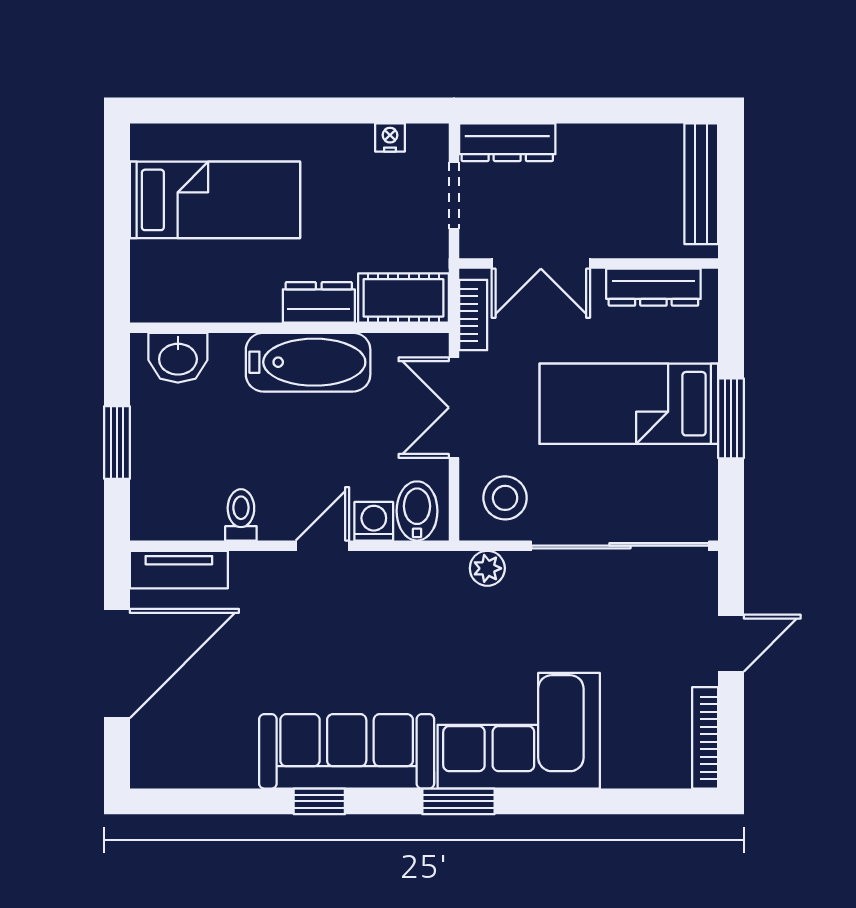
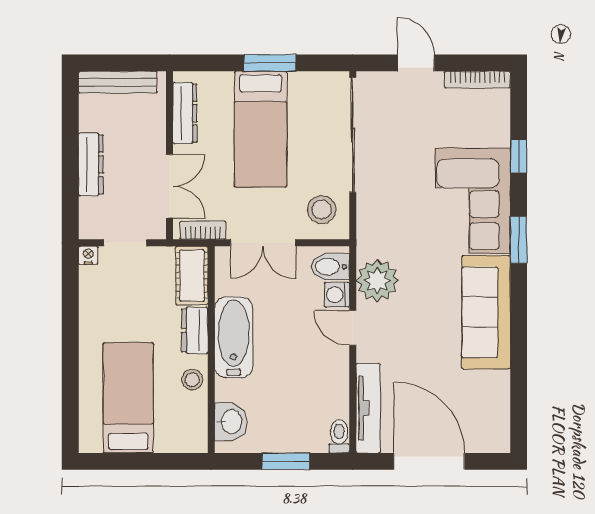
nightstand: (390, 137) -> (88, 255), moved, turned 90
dresser: (507, 142) -> (91, 164), moved
stool: (243, 299) -> (192, 380), added
toilet: (241, 515) -> (339, 436), moved, turned 90
plant: (487, 568) -> (377, 281), moved, width x1.87, depth x1.87
tv unit: (179, 570) -> (368, 408), width x1.41
window: (319, 801) -> (519, 156), moved

